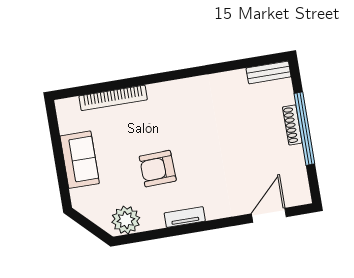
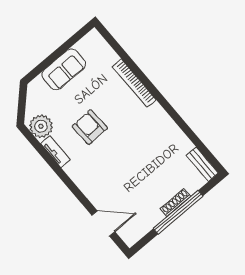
bookcase: (113, 98) -> (134, 83), moved
tv unit: (185, 217) -> (55, 152), moved

